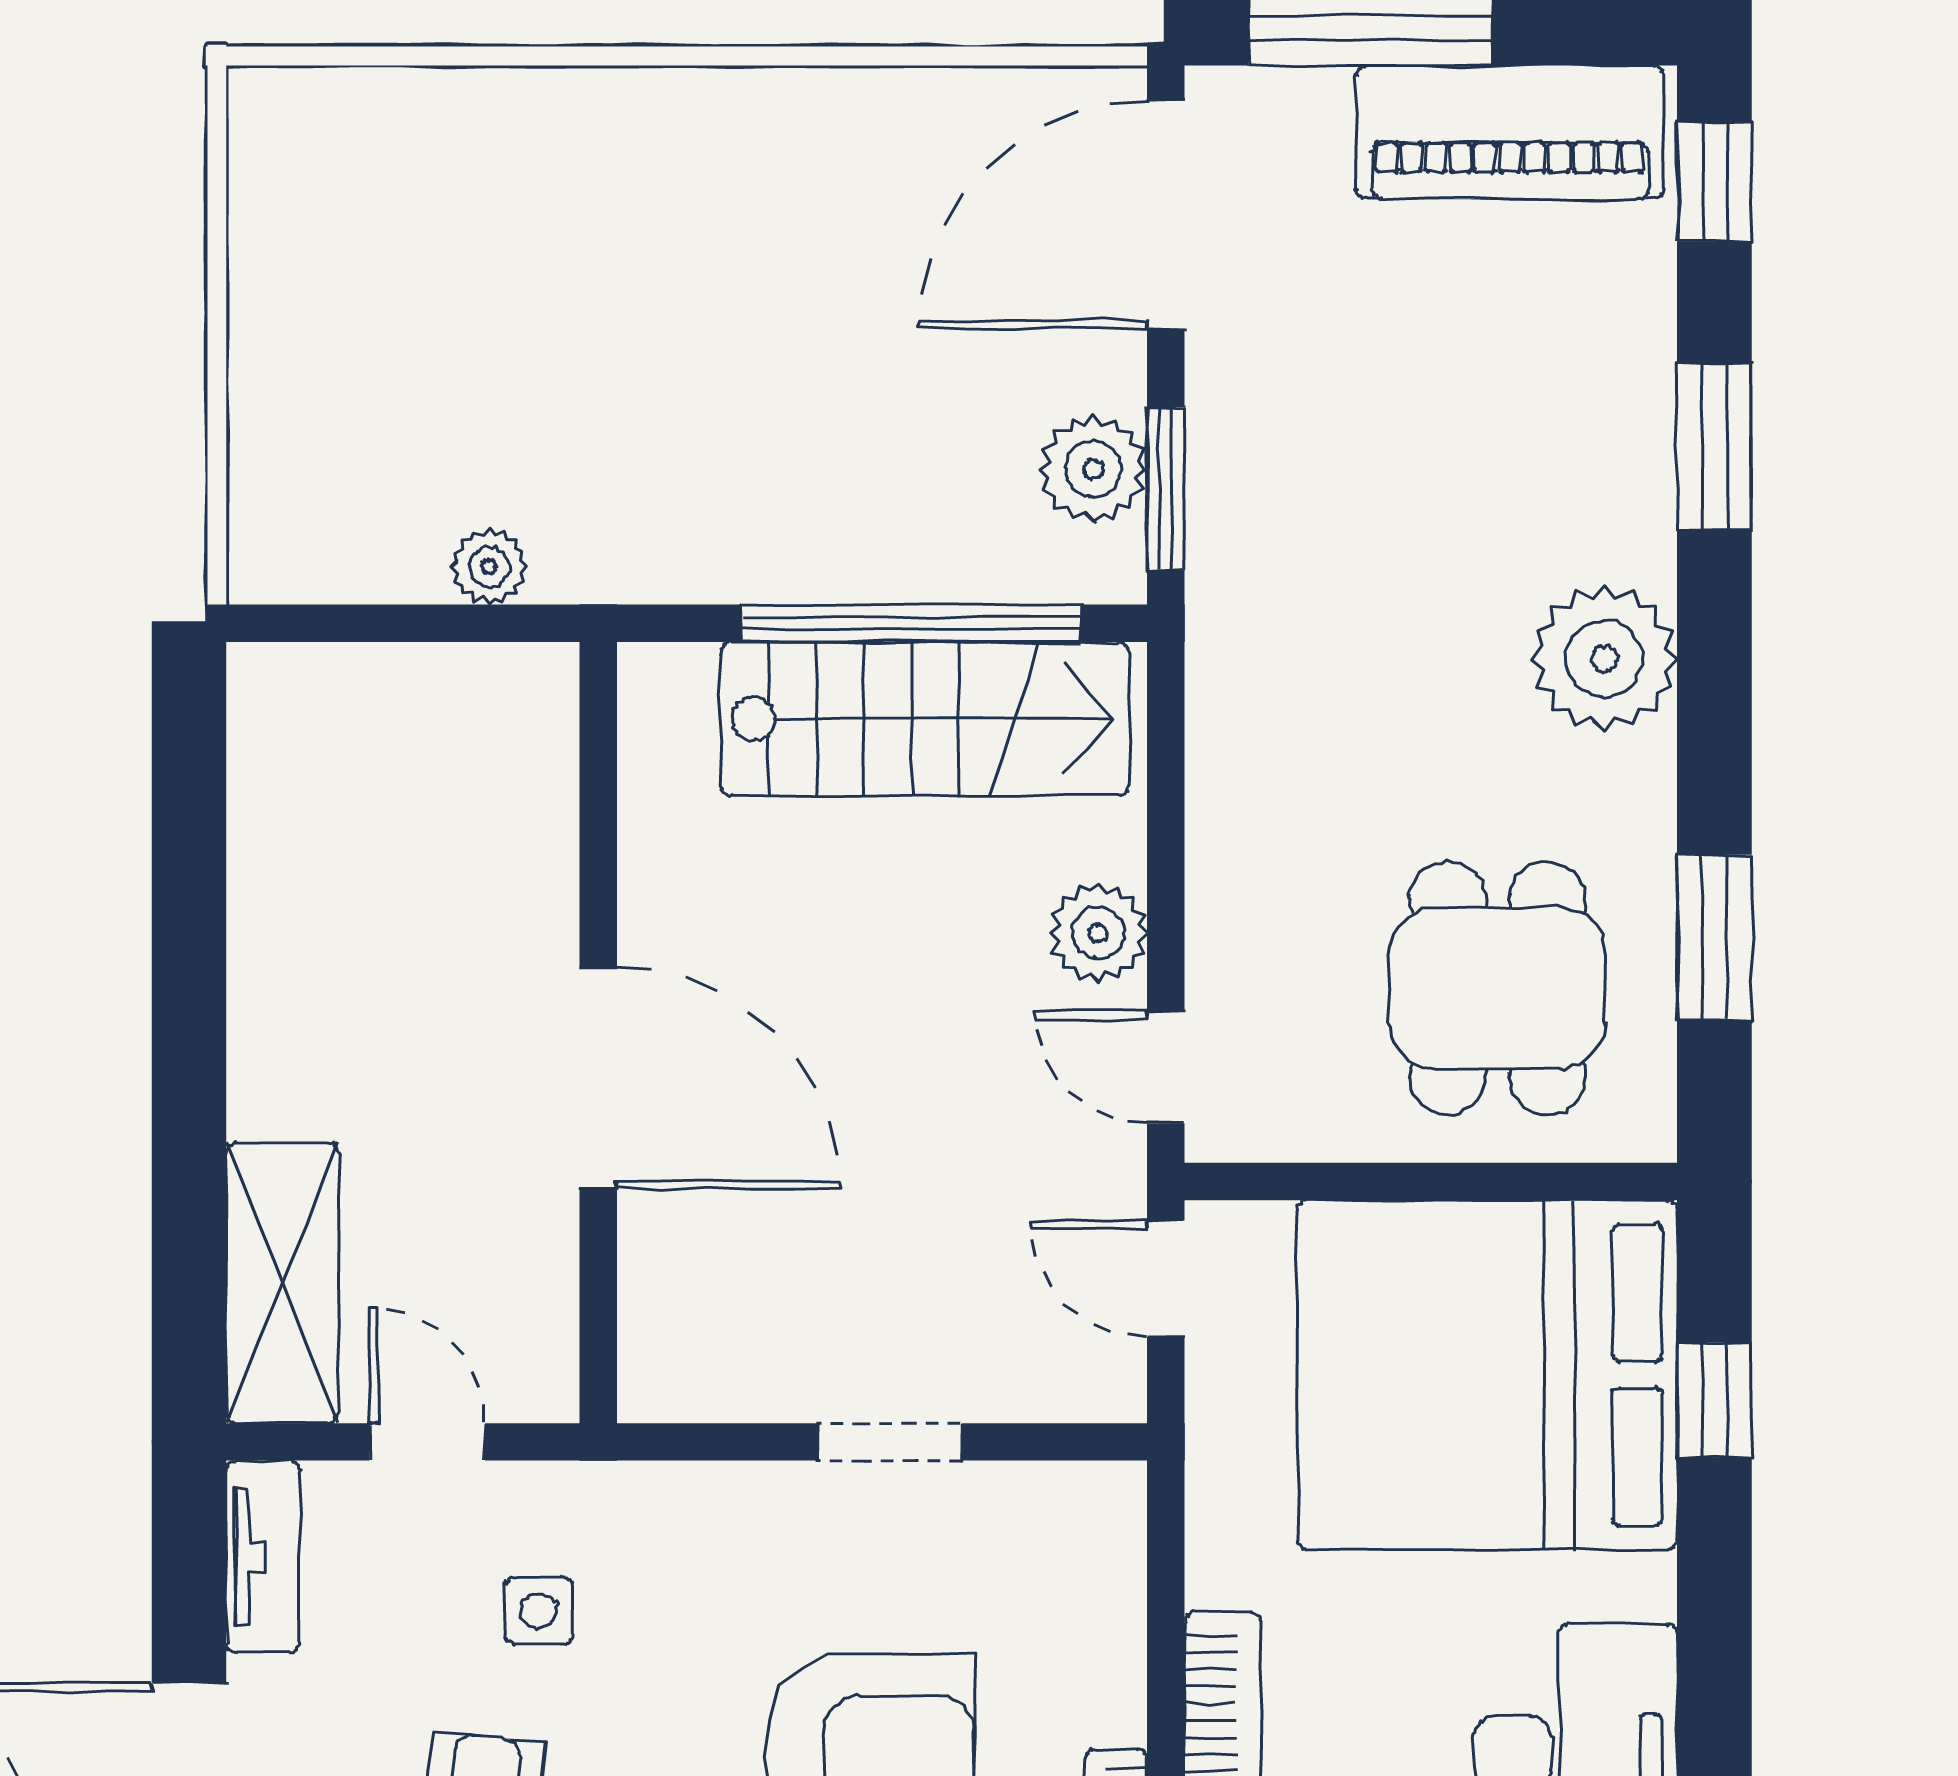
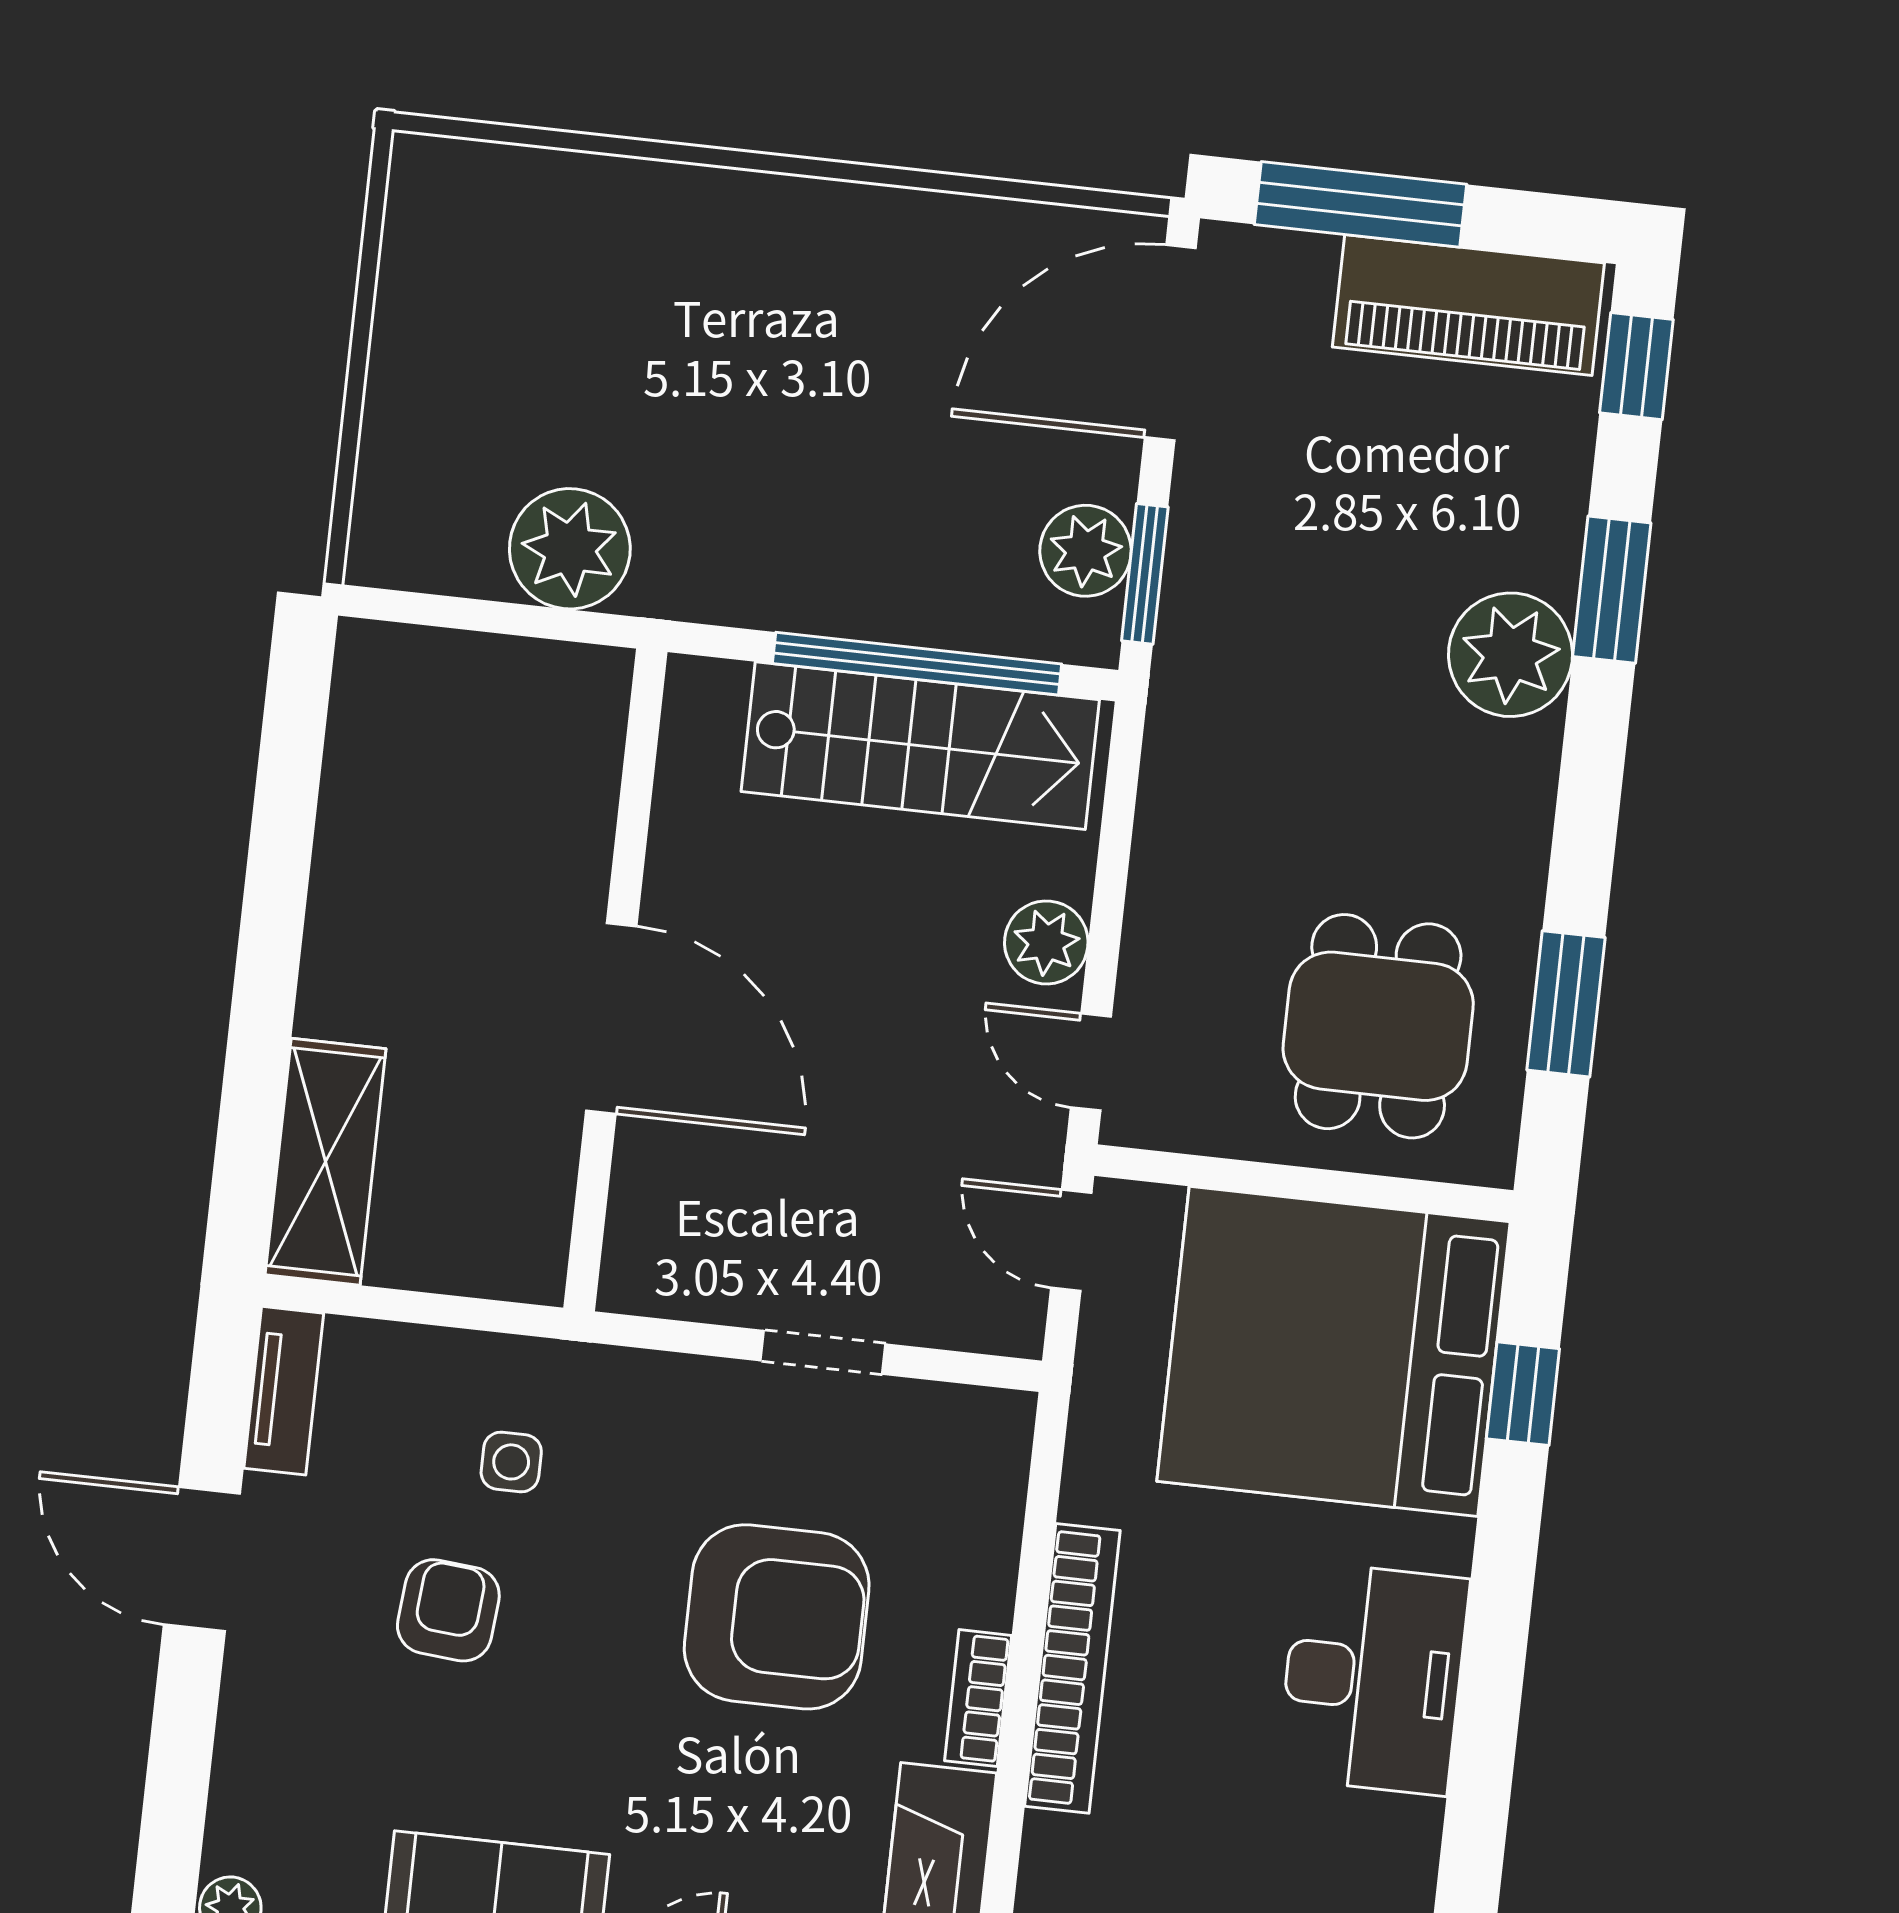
plant: (489, 567) -> (570, 549), width x1.88, depth x1.88
plant: (1604, 659) -> (1510, 655), moved
door: (427, 1442) -> (433, 1309), removed

